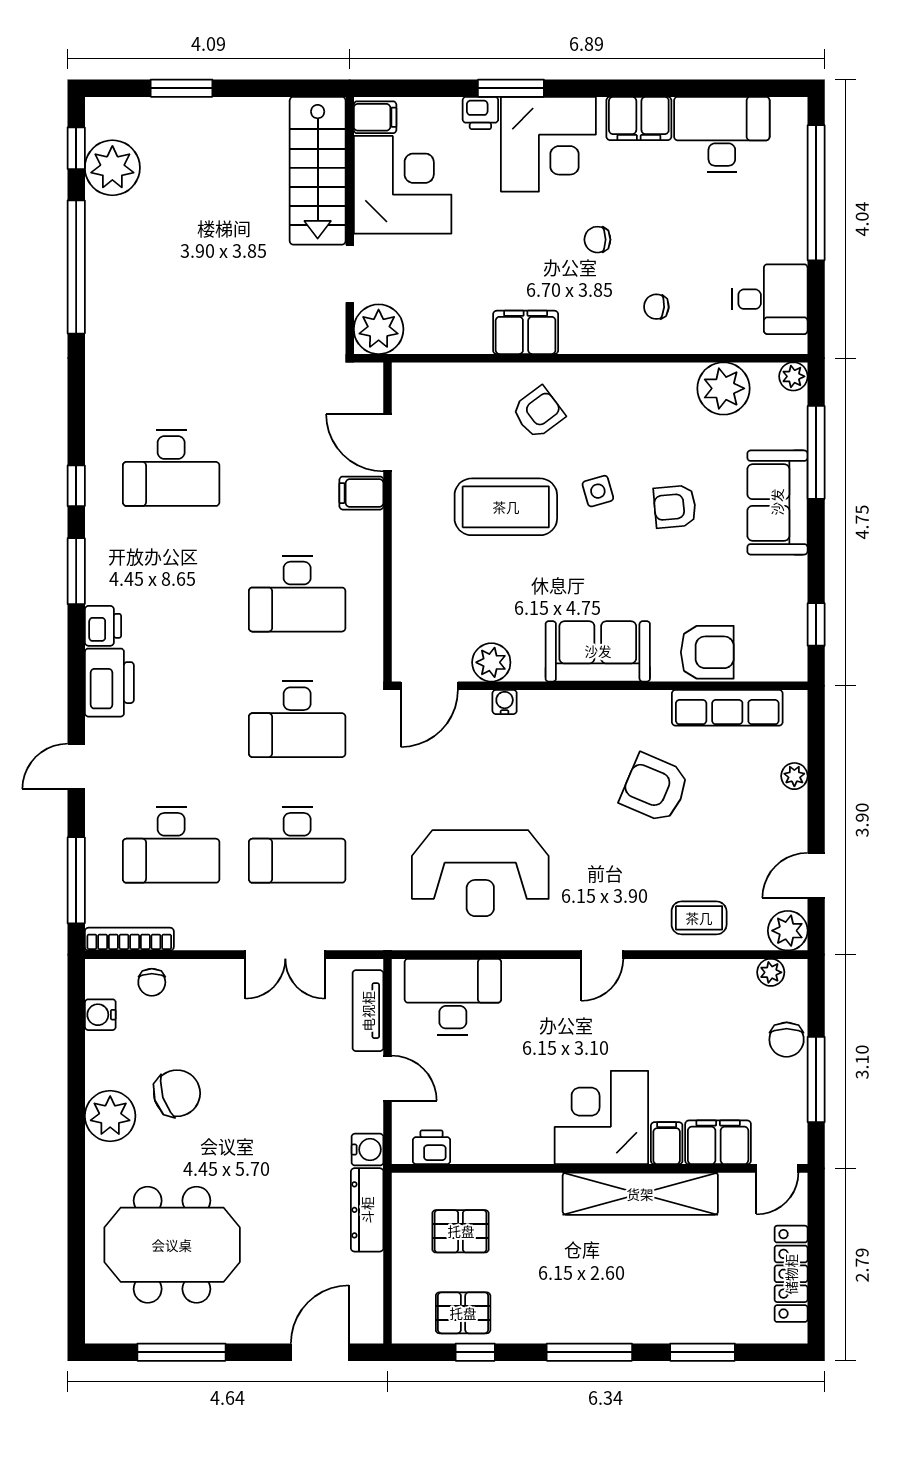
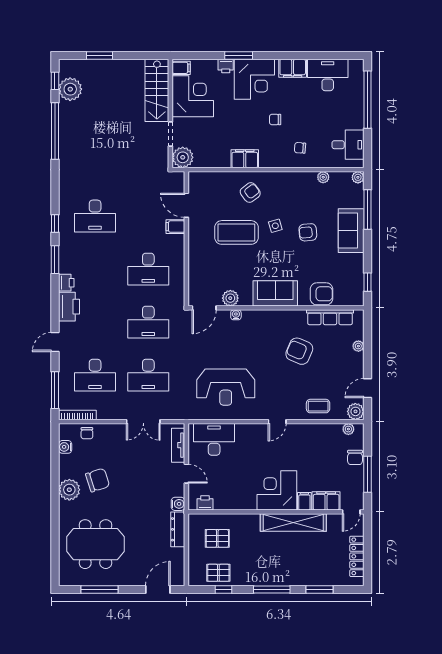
plant: (723, 388) -> (323, 177), width x0.53, depth x0.53

